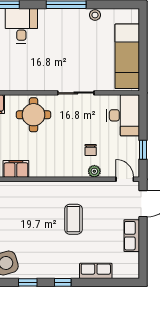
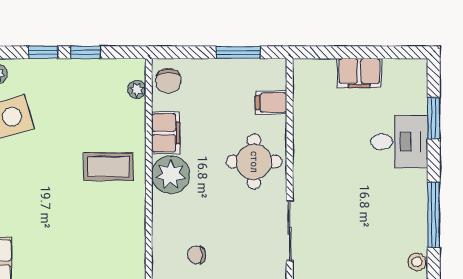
plant: (94, 171) -> (171, 175), moved, width x1.88, depth x1.88
coffee table: (73, 219) -> (109, 167), moved

